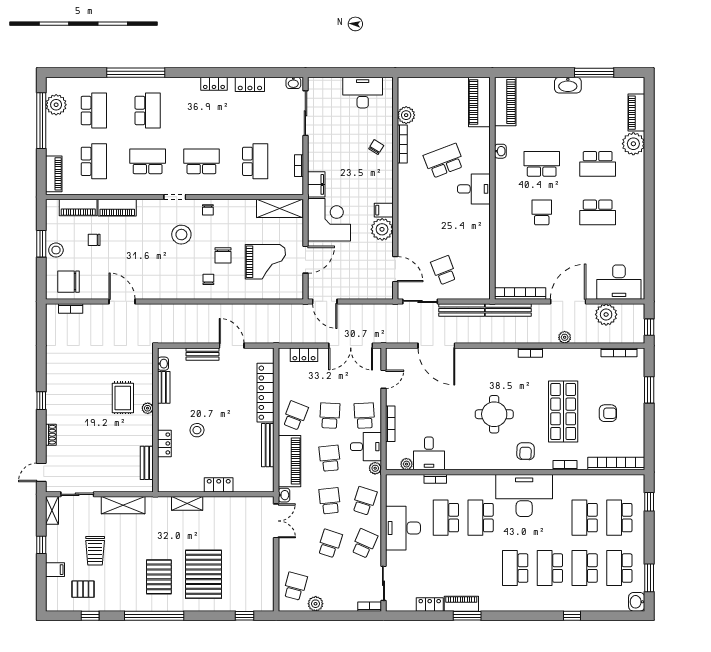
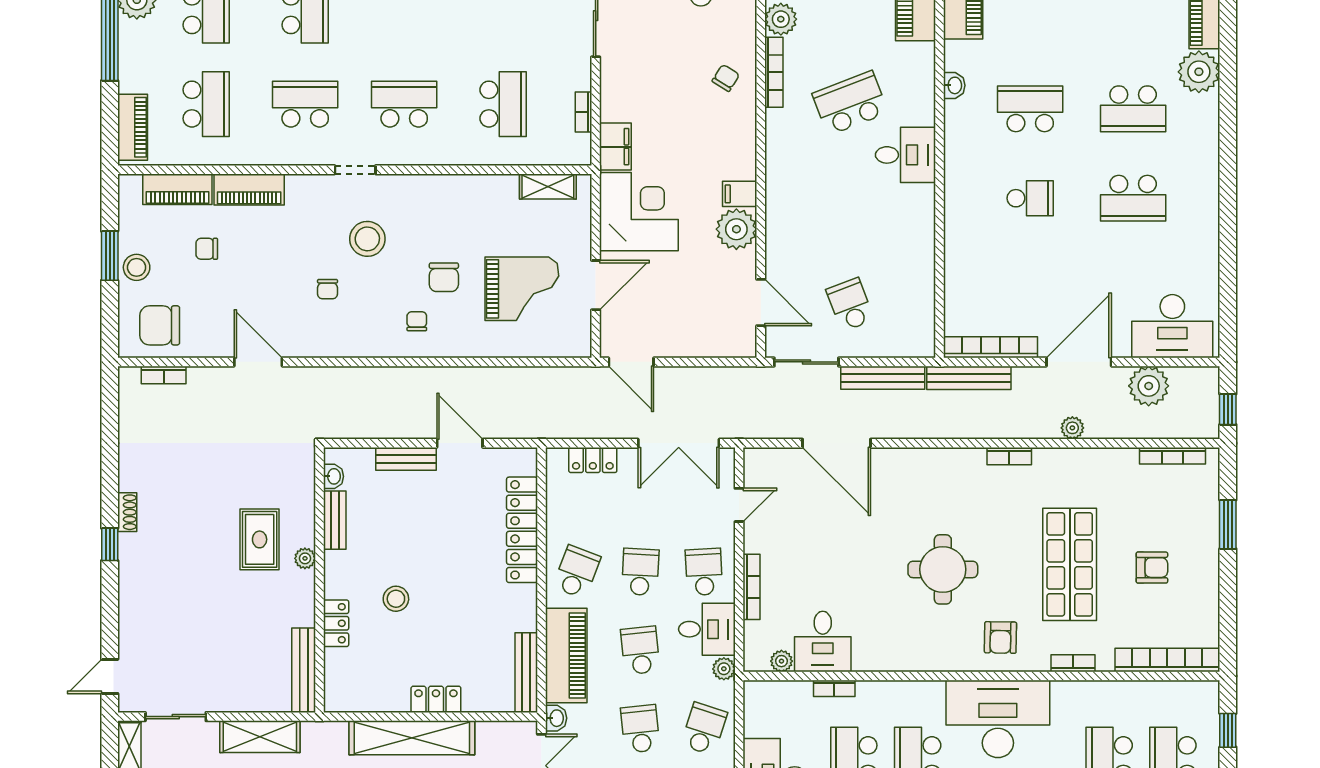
shelving: (280, 208) -> (548, 186), width x0.67, depth x0.75
chair: (208, 210) -> (328, 289), moved
school desk: (542, 212) -> (1030, 198), turned 90
shoe rack: (51, 435) -> (127, 512), moved
bench: (268, 445) -> (526, 673), moved
bench: (147, 463) -> (304, 670), width x1.36
shelving: (187, 503) -> (412, 738), width x2.20, depth x1.33

